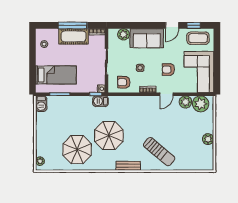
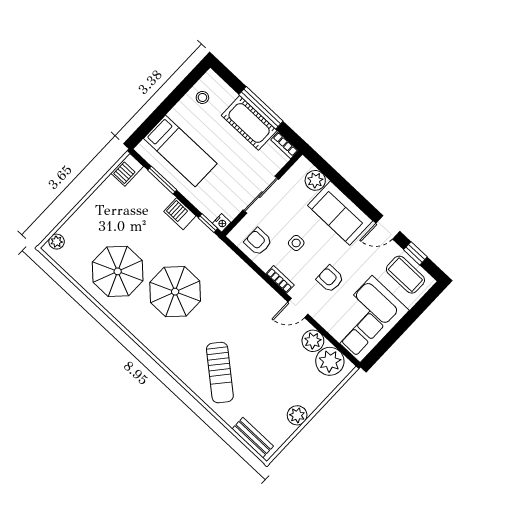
barbecue: (101, 101) -> (180, 214), moved
bench: (128, 166) -> (253, 438), moved

